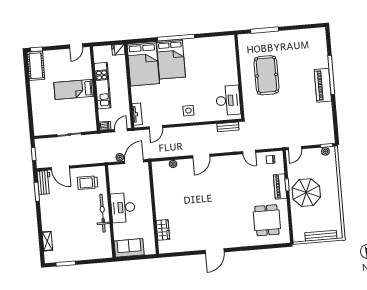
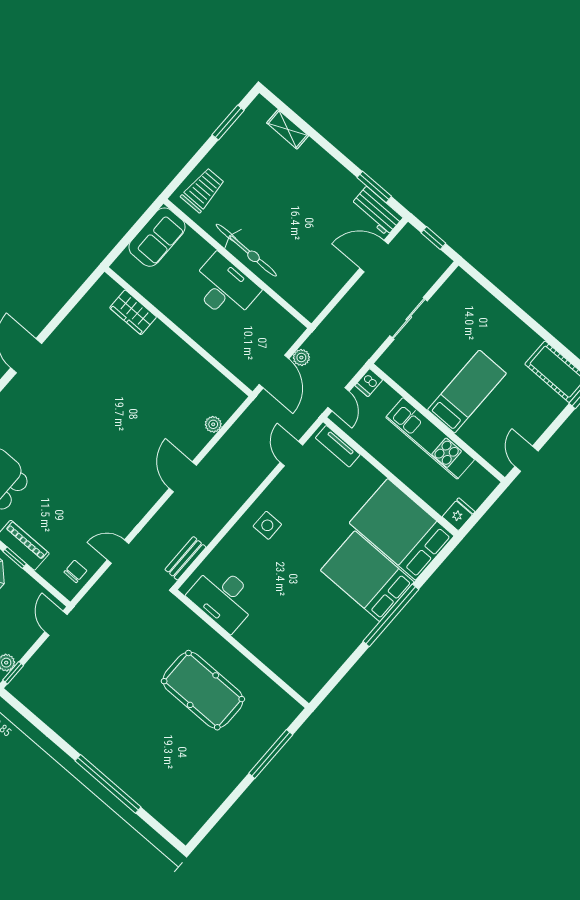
piano: (323, 85) -> (105, 757), removed
trolley: (88, 183) -> (203, 190), moved

